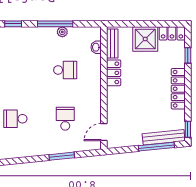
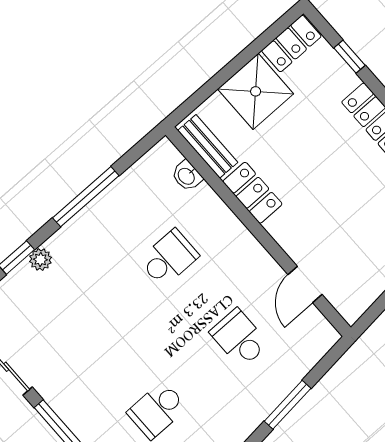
plant: (62, 32) -> (40, 259), moved
door: (104, 132) -> (305, 285), moved

